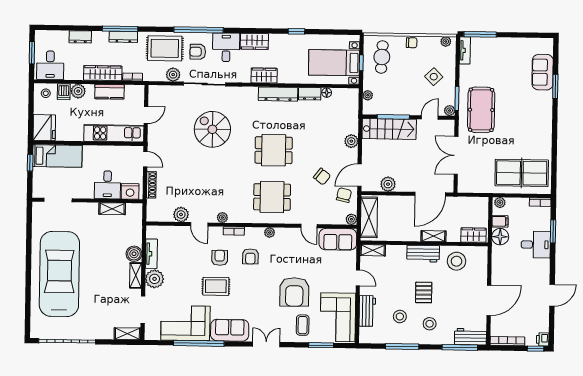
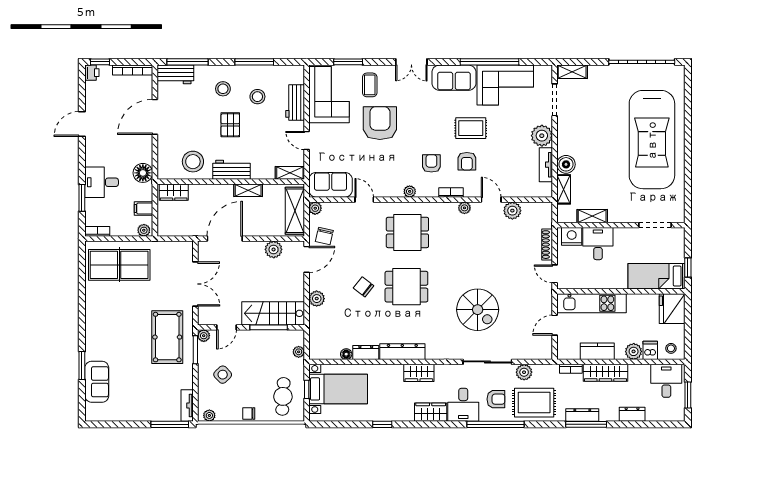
chair: (322, 177) -> (364, 287), moved
shelving: (433, 236) -> (248, 190), moved
floor lamp: (500, 237) -> (143, 173), moved
shelving: (136, 275) -> (564, 189), moved

